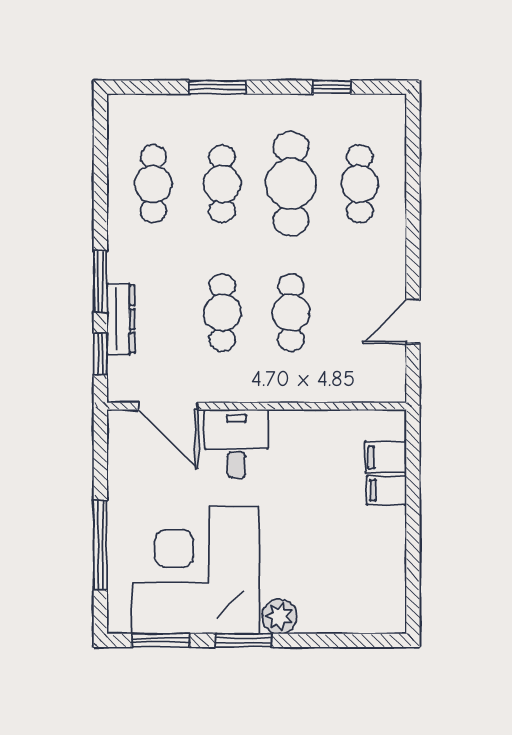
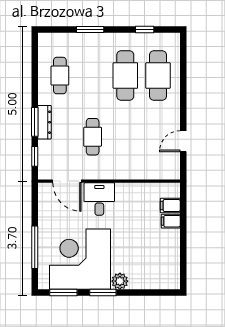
cafe table: (222, 184) -> (93, 76), removed
cafe table: (360, 184) -> (158, 76), width x1.37, depth x1.35
cafe table: (291, 313) -> (125, 137), removed
dresser: (121, 319) -> (44, 122), moved

